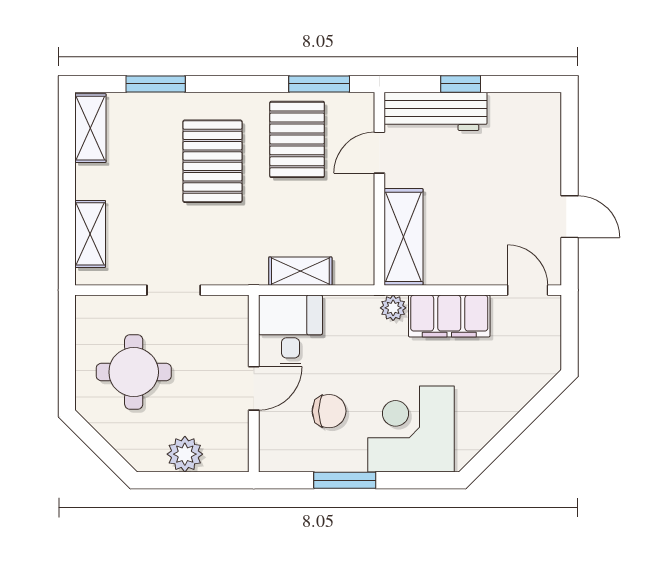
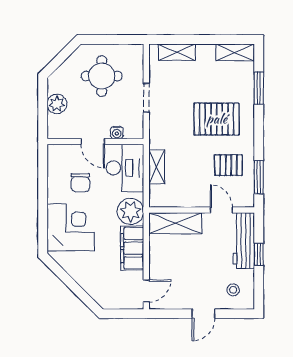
stool: (526, 131) -> (233, 290), added
pallet: (297, 139) -> (229, 165), width x0.67, depth x0.71
door: (569, 217) -> (203, 314), moved
plant: (393, 308) -> (131, 211), width x1.88, depth x1.88
desk: (290, 329) -> (125, 168), width x1.37
water cooler: (237, 344) -> (117, 133), added
window: (345, 480) -> (43, 191), removed

